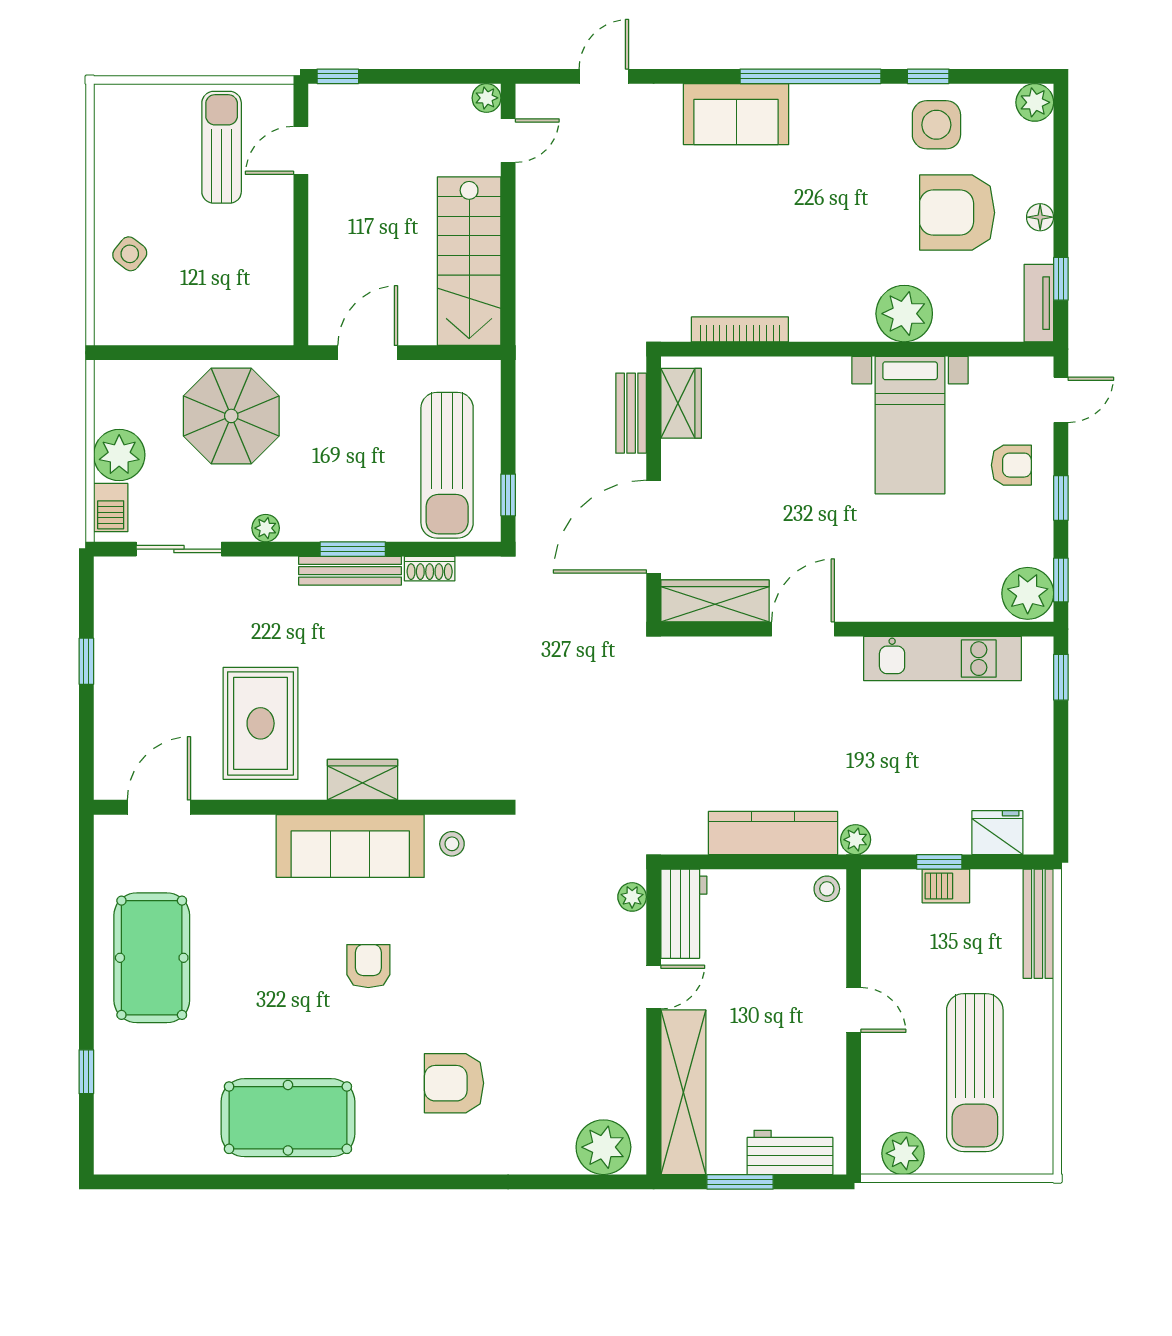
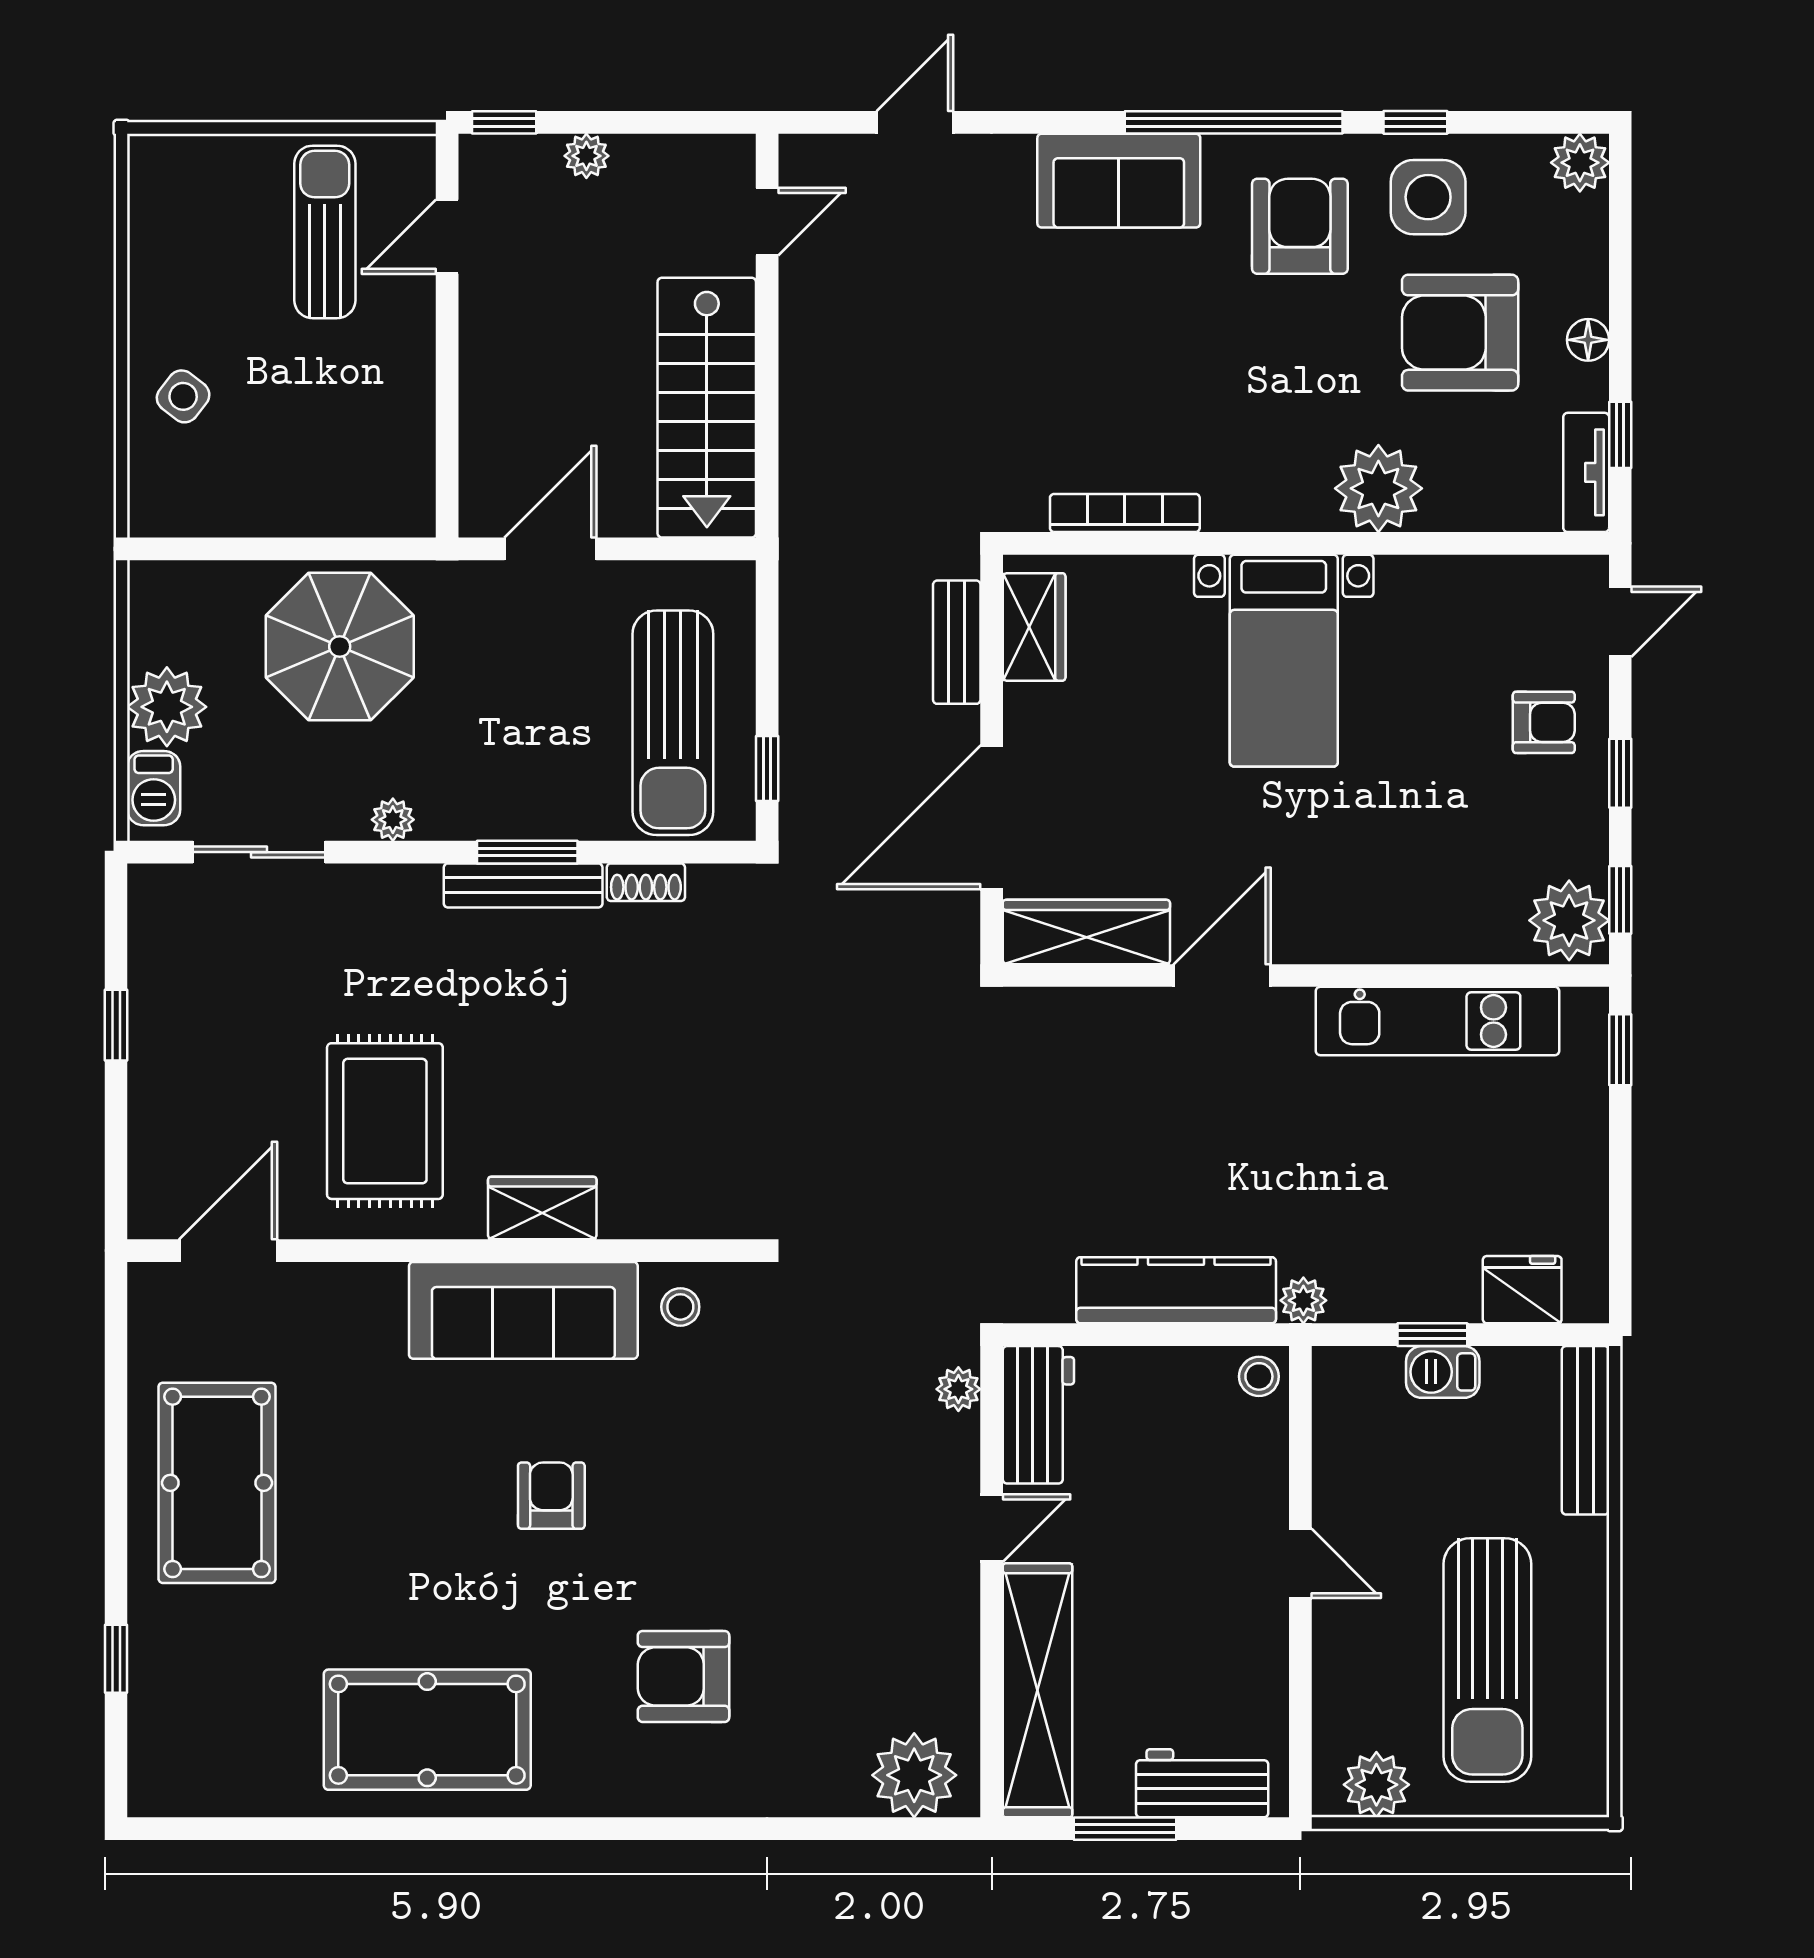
plant: (486, 98) -> (586, 156), moved
armchair: (853, 144) -> (1300, 226), added
bed with nightstands: (910, 425) -> (1284, 661), moved

